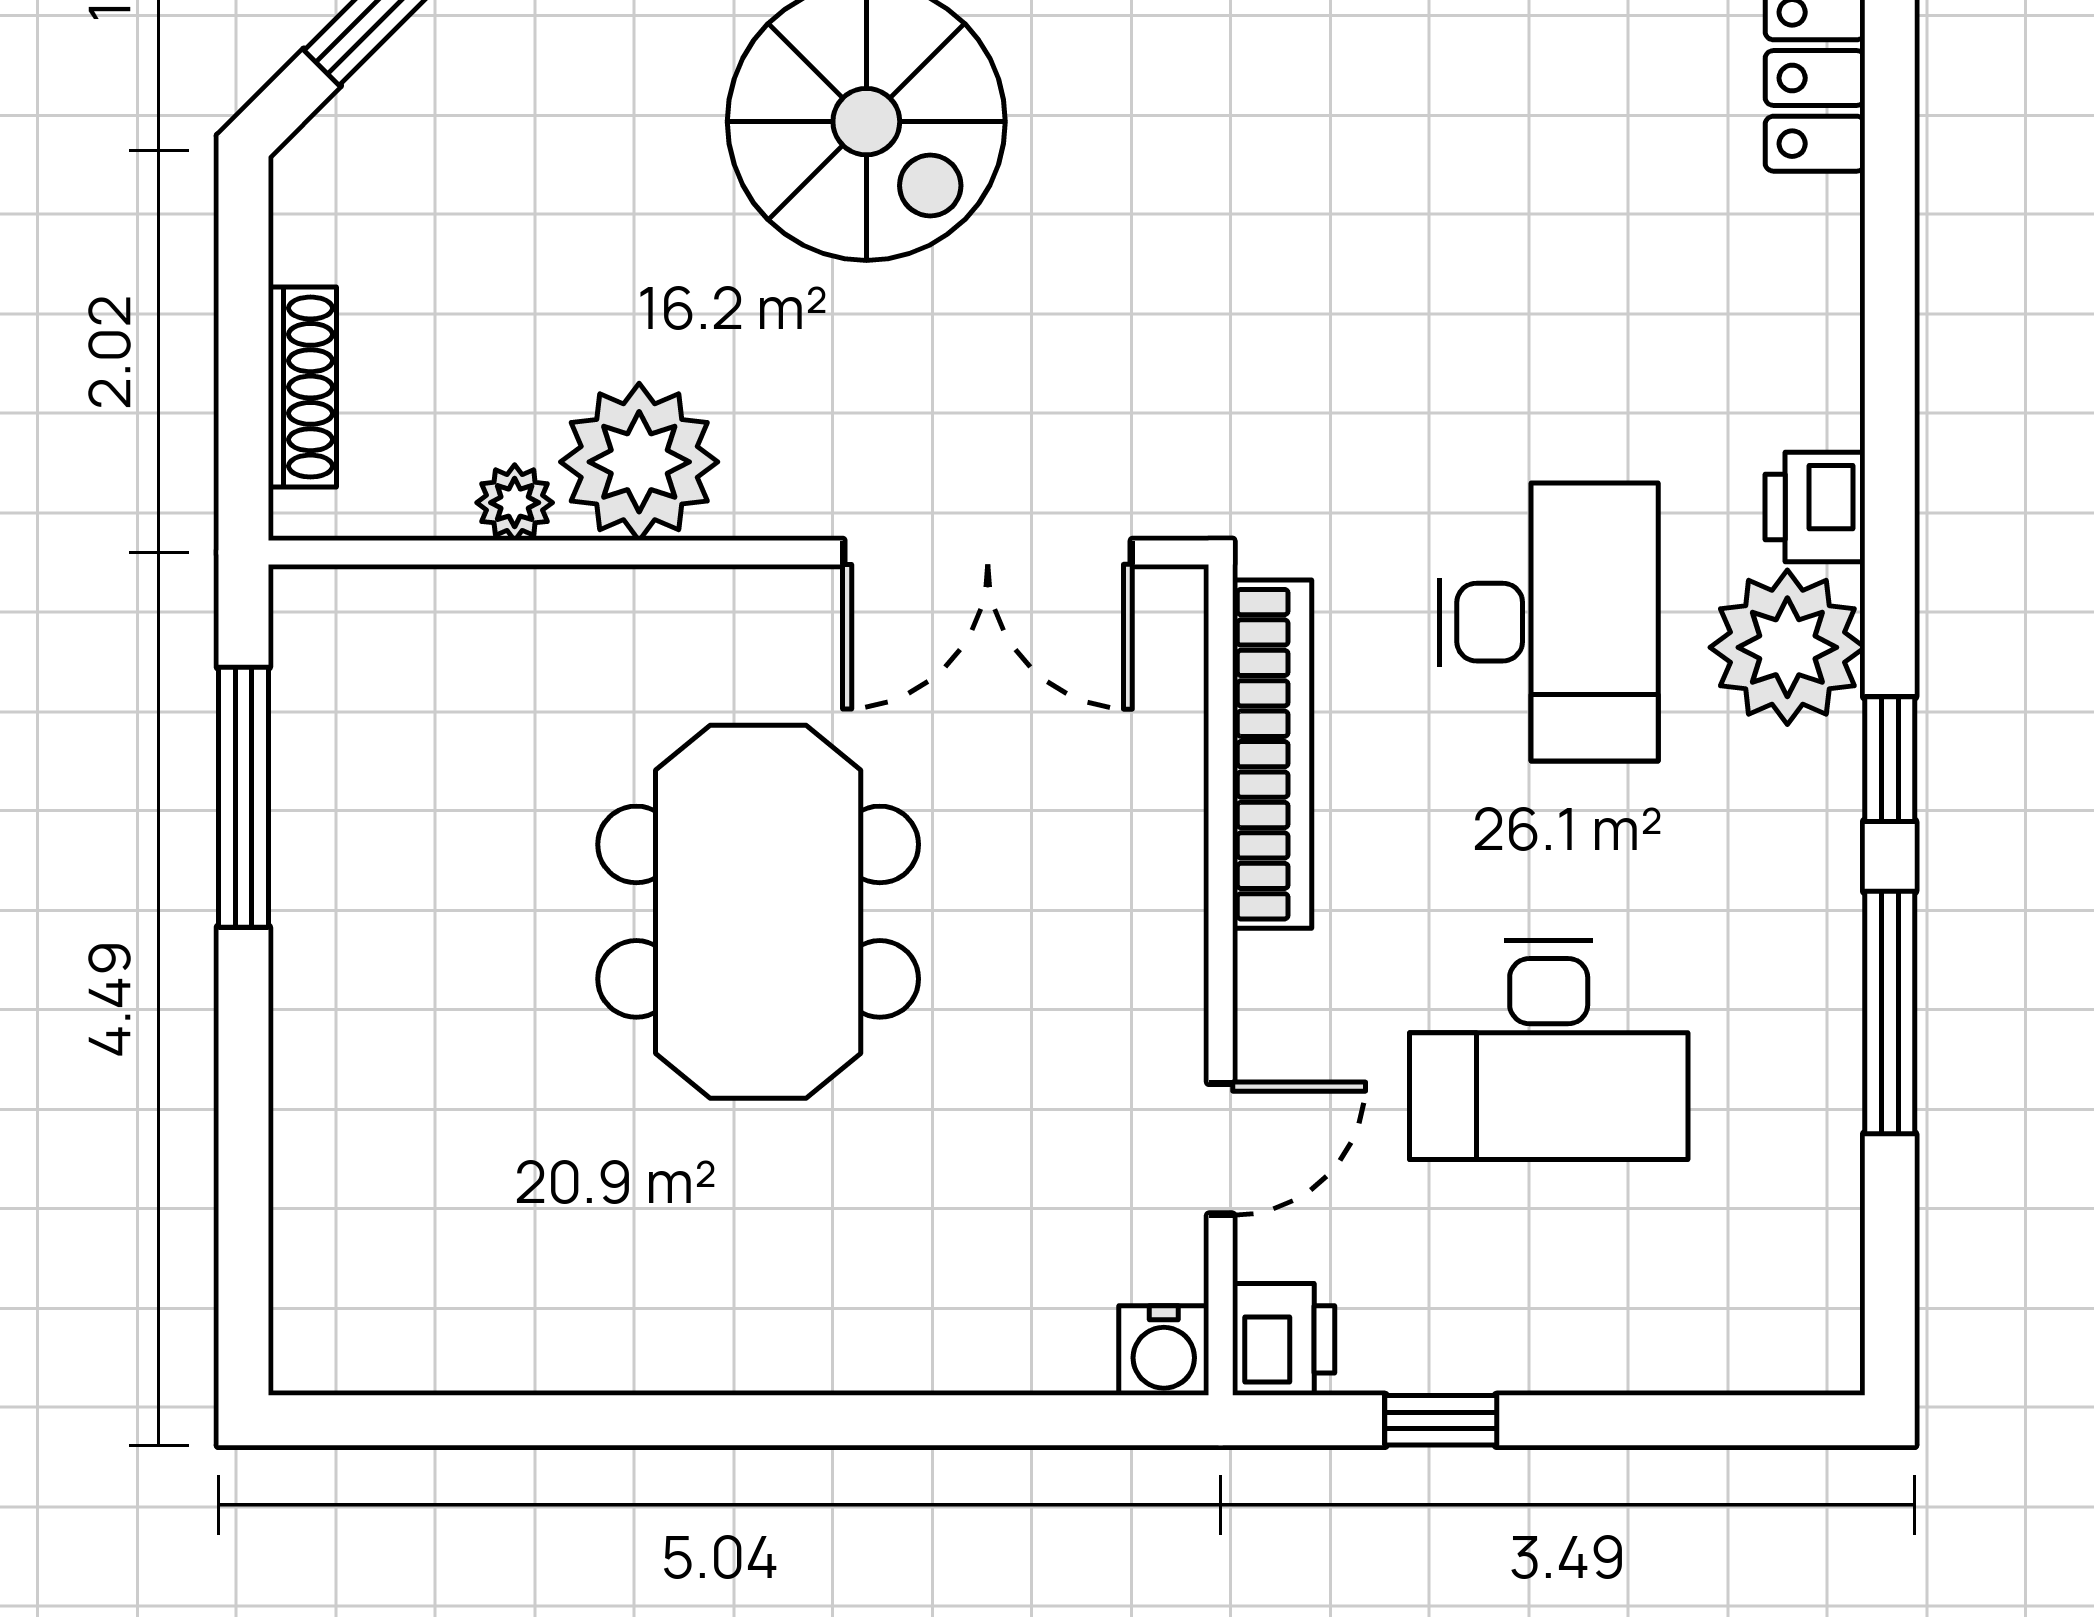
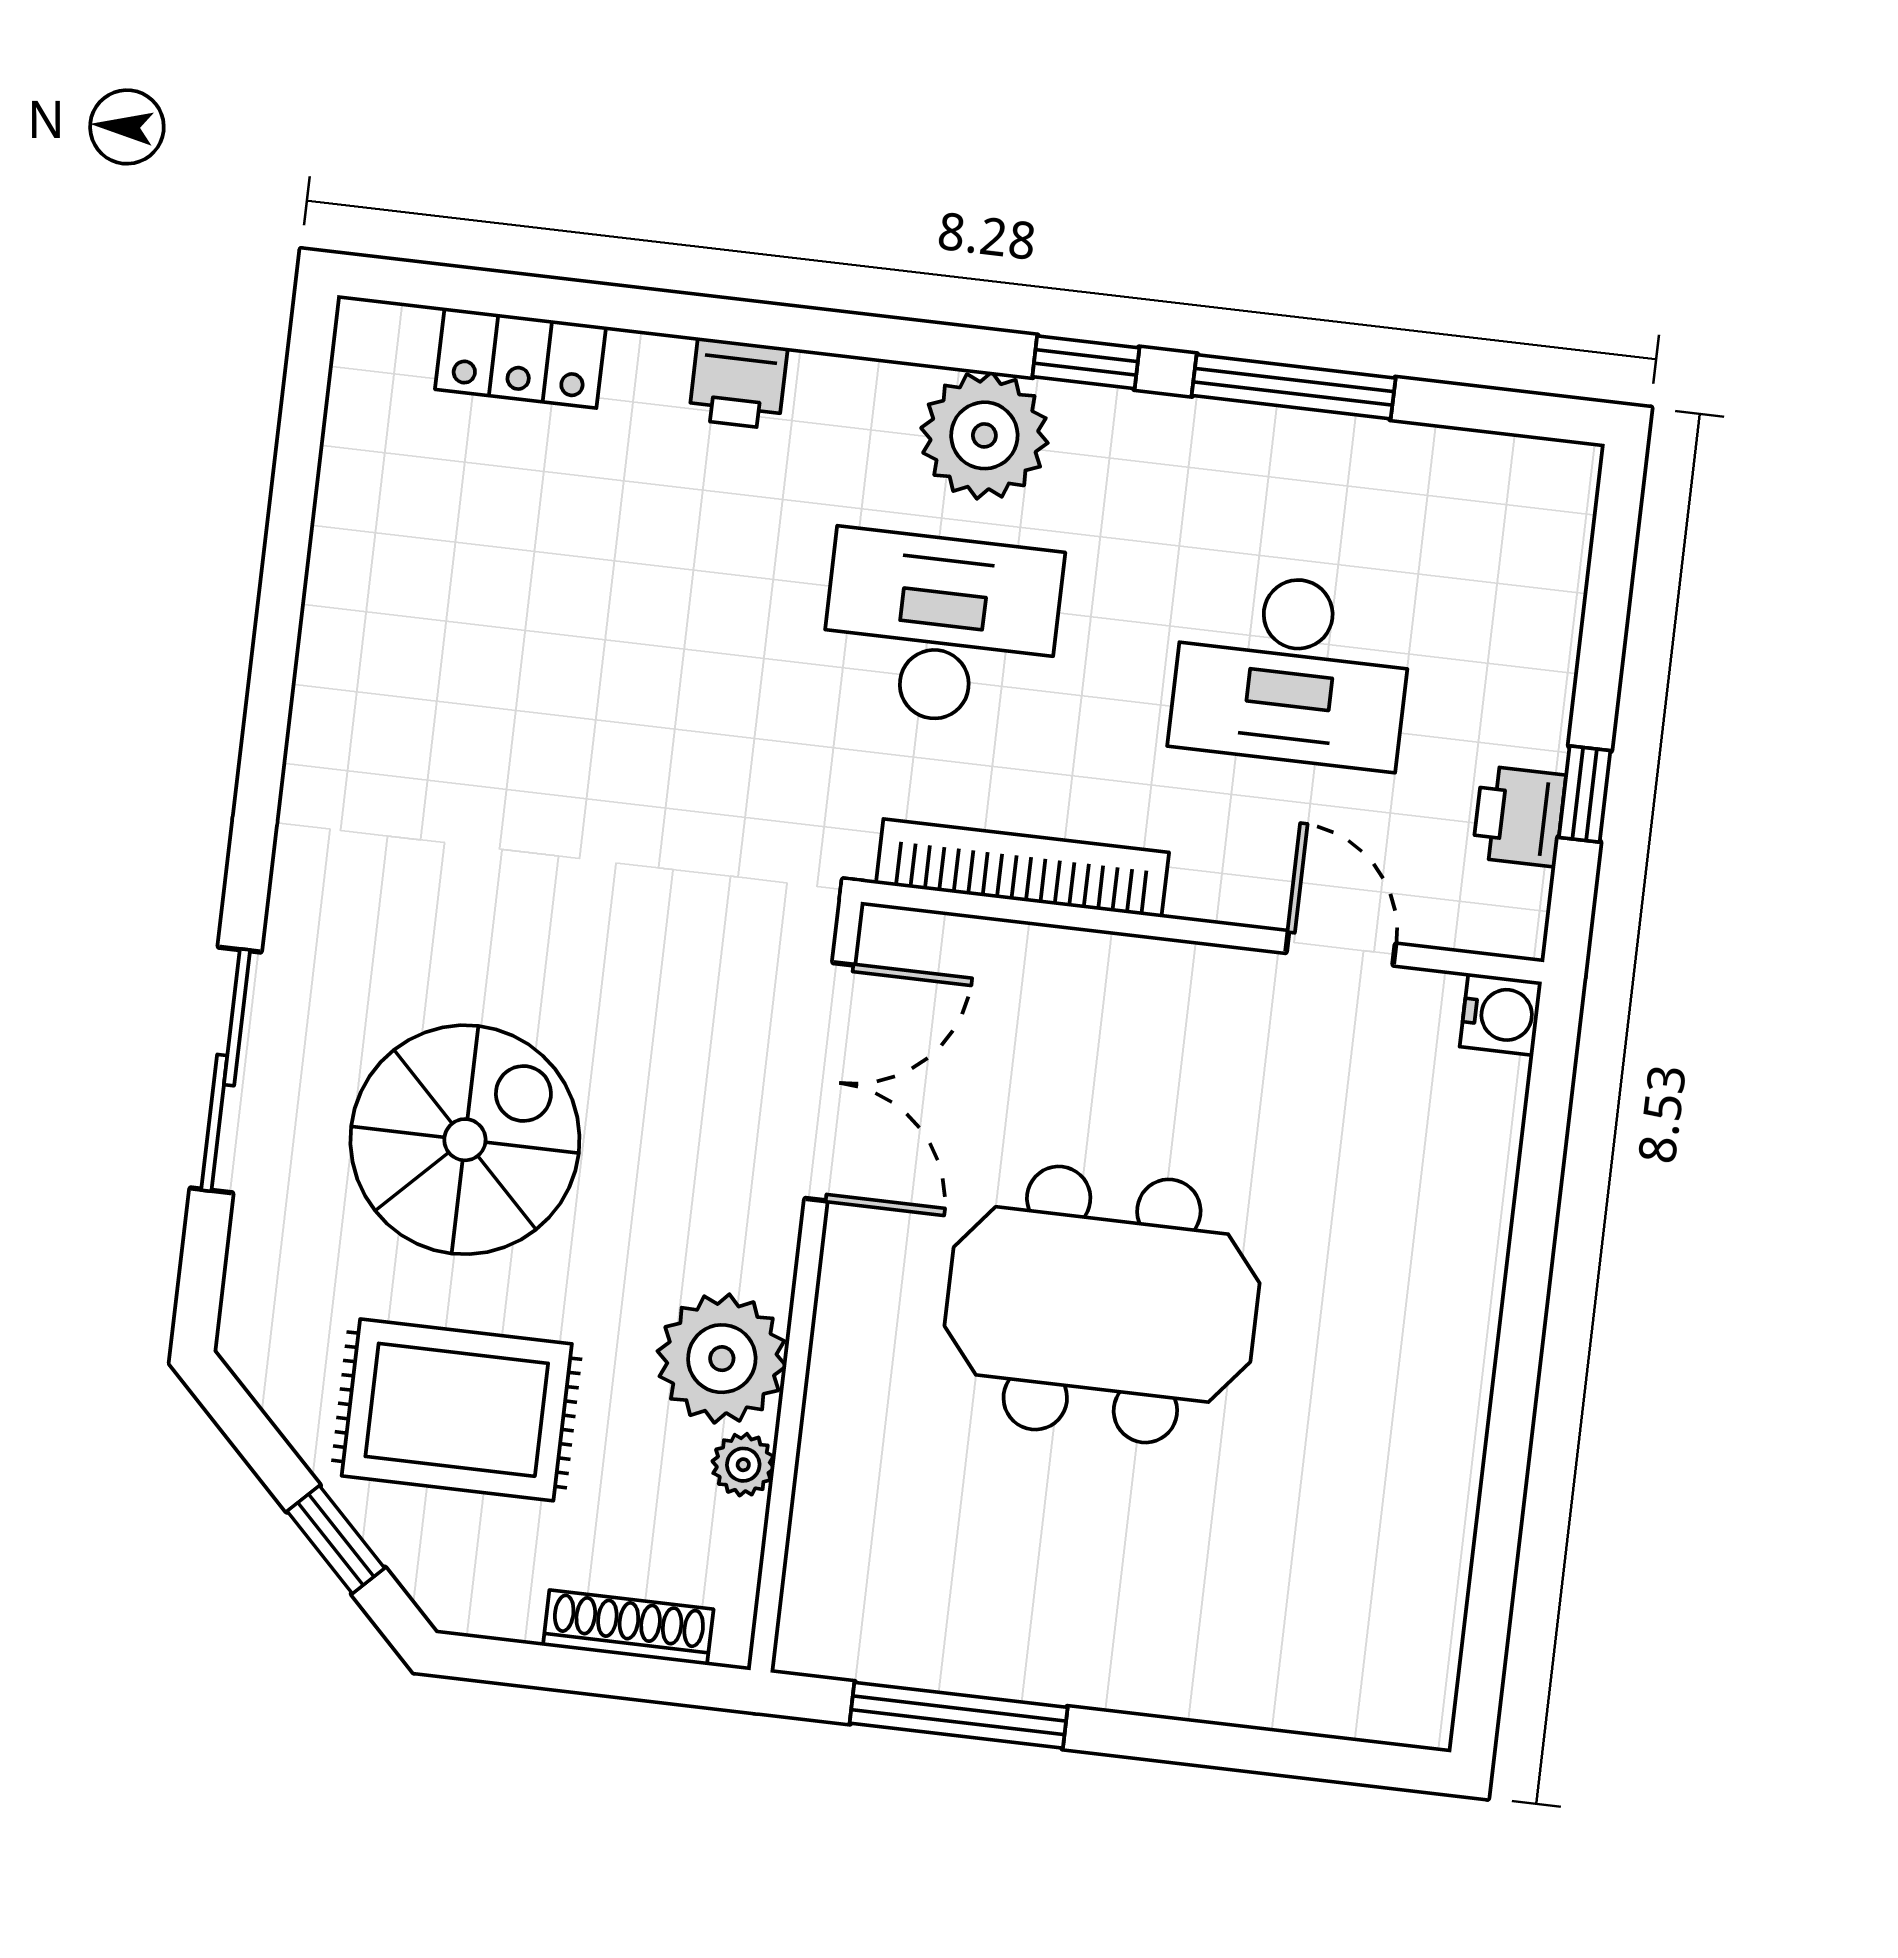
rug: (540, 150) -> (457, 1410), added
printer: (1815, 507) -> (738, 384), moved
desk: (1549, 1050) -> (1292, 670), turned 90
printer: (1284, 1339) -> (1519, 816), moved, turned -90

